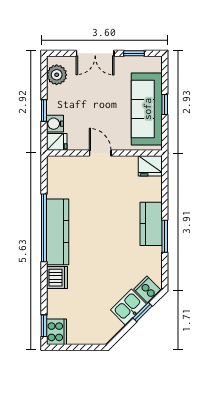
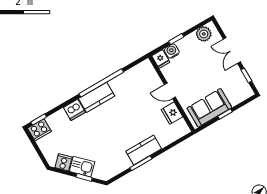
sofa: (147, 109) -> (209, 108), width x0.73
door: (100, 153) -> (170, 91), swing flipped
fridge: (150, 166) -> (172, 113), moved
kitchen counter: (58, 232) -> (97, 97), width x0.67
cooker: (147, 290) -> (64, 162), moved

